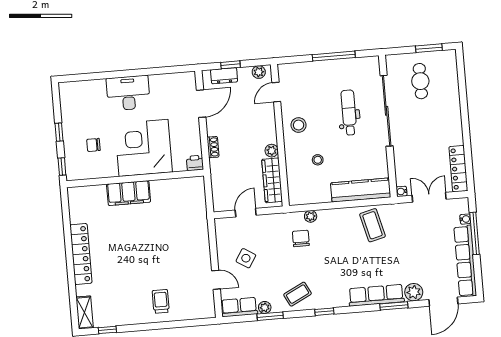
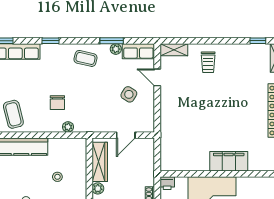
chair: (301, 238) -> (57, 103), moved
coffee table: (298, 294) -> (85, 58), turned 40
shelving: (200, 312) -> (174, 50), added
window: (324, 312) -> (50, 41), moved

